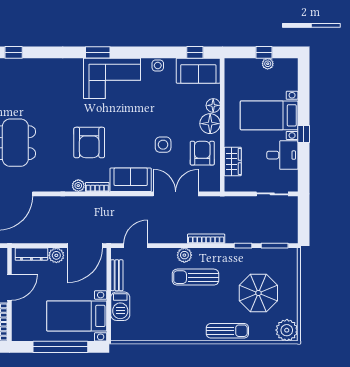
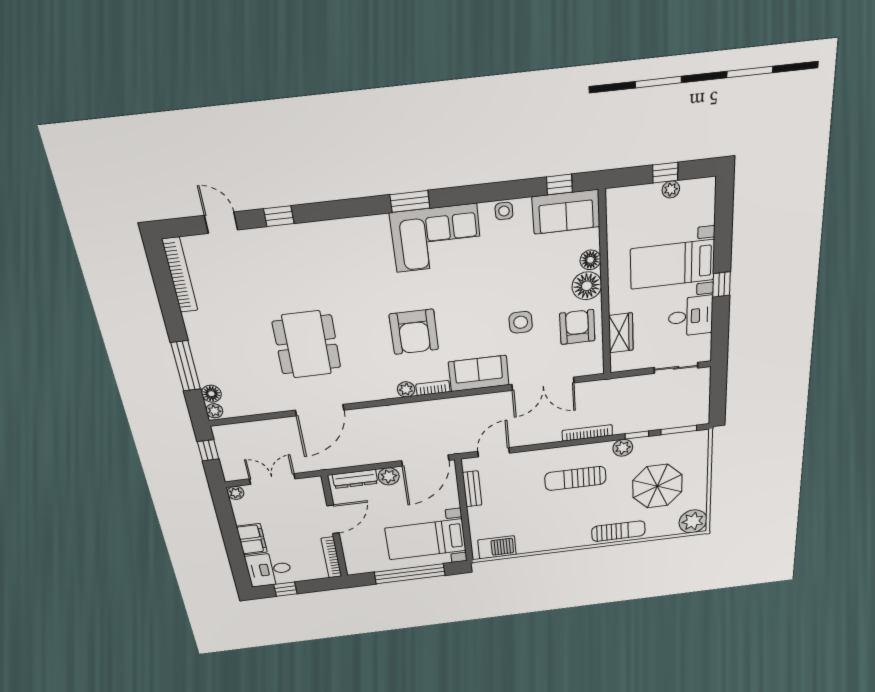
double door: (176, 194) -> (543, 384), swing flipped
plant: (184, 255) -> (623, 448), moved
barbecue: (120, 306) -> (497, 547), moved, turned -90

